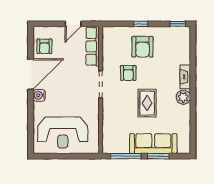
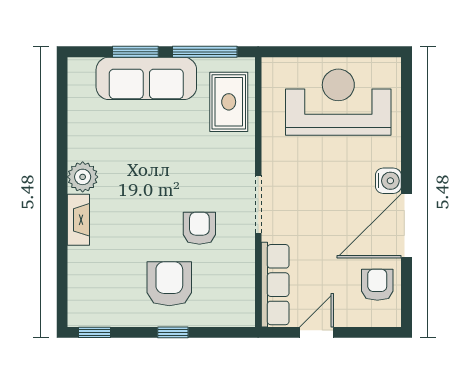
rug: (147, 103) -> (229, 102), moved

